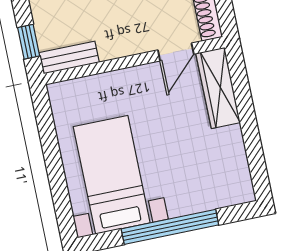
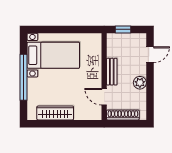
bench: (69, 58) -> (112, 72), moved
wardrobe: (218, 88) -> (55, 113), moved

